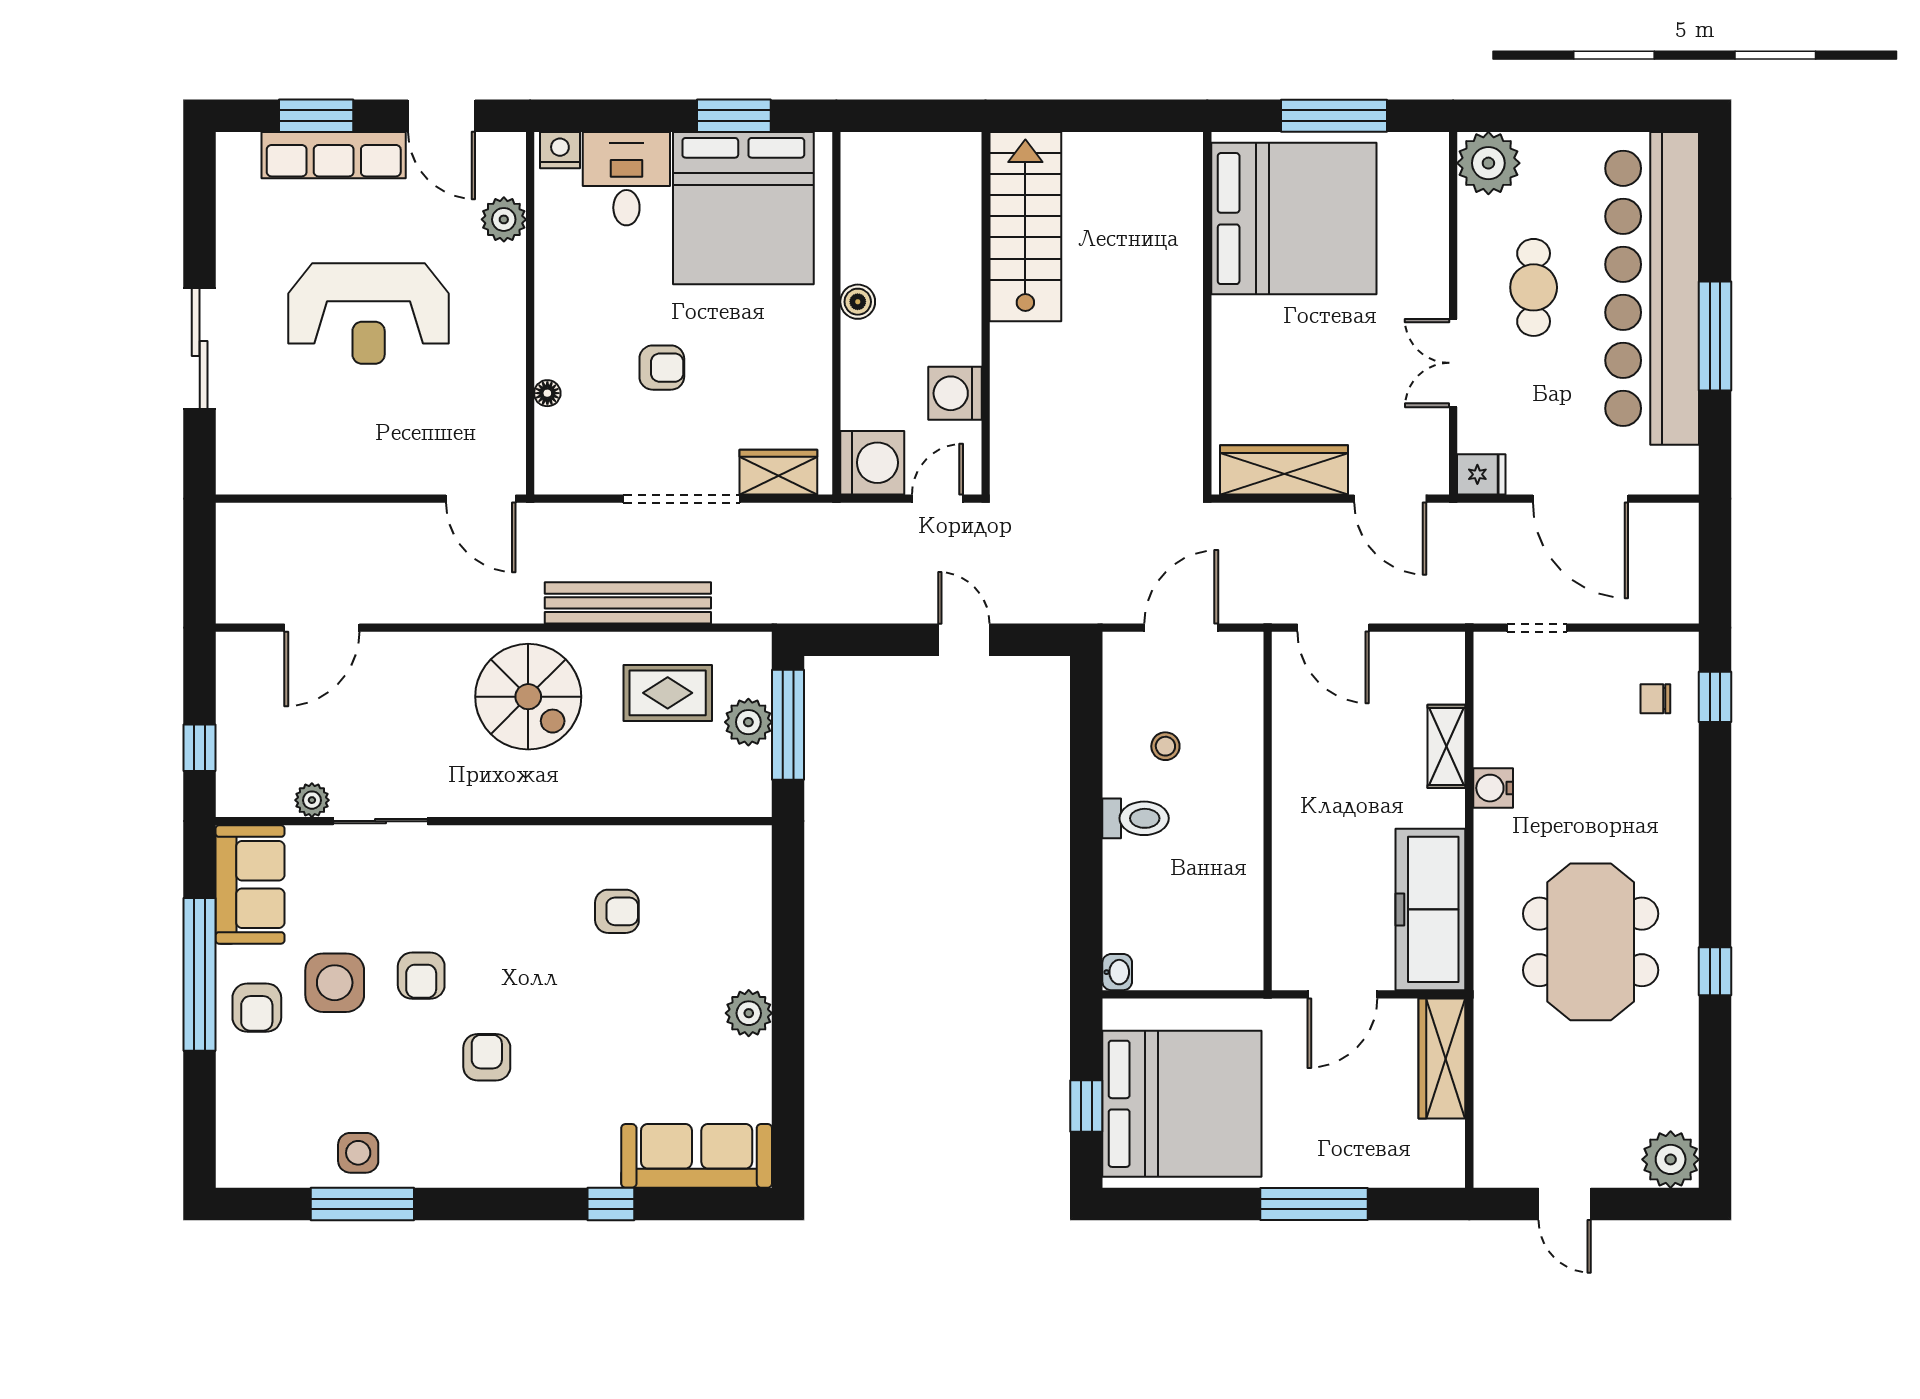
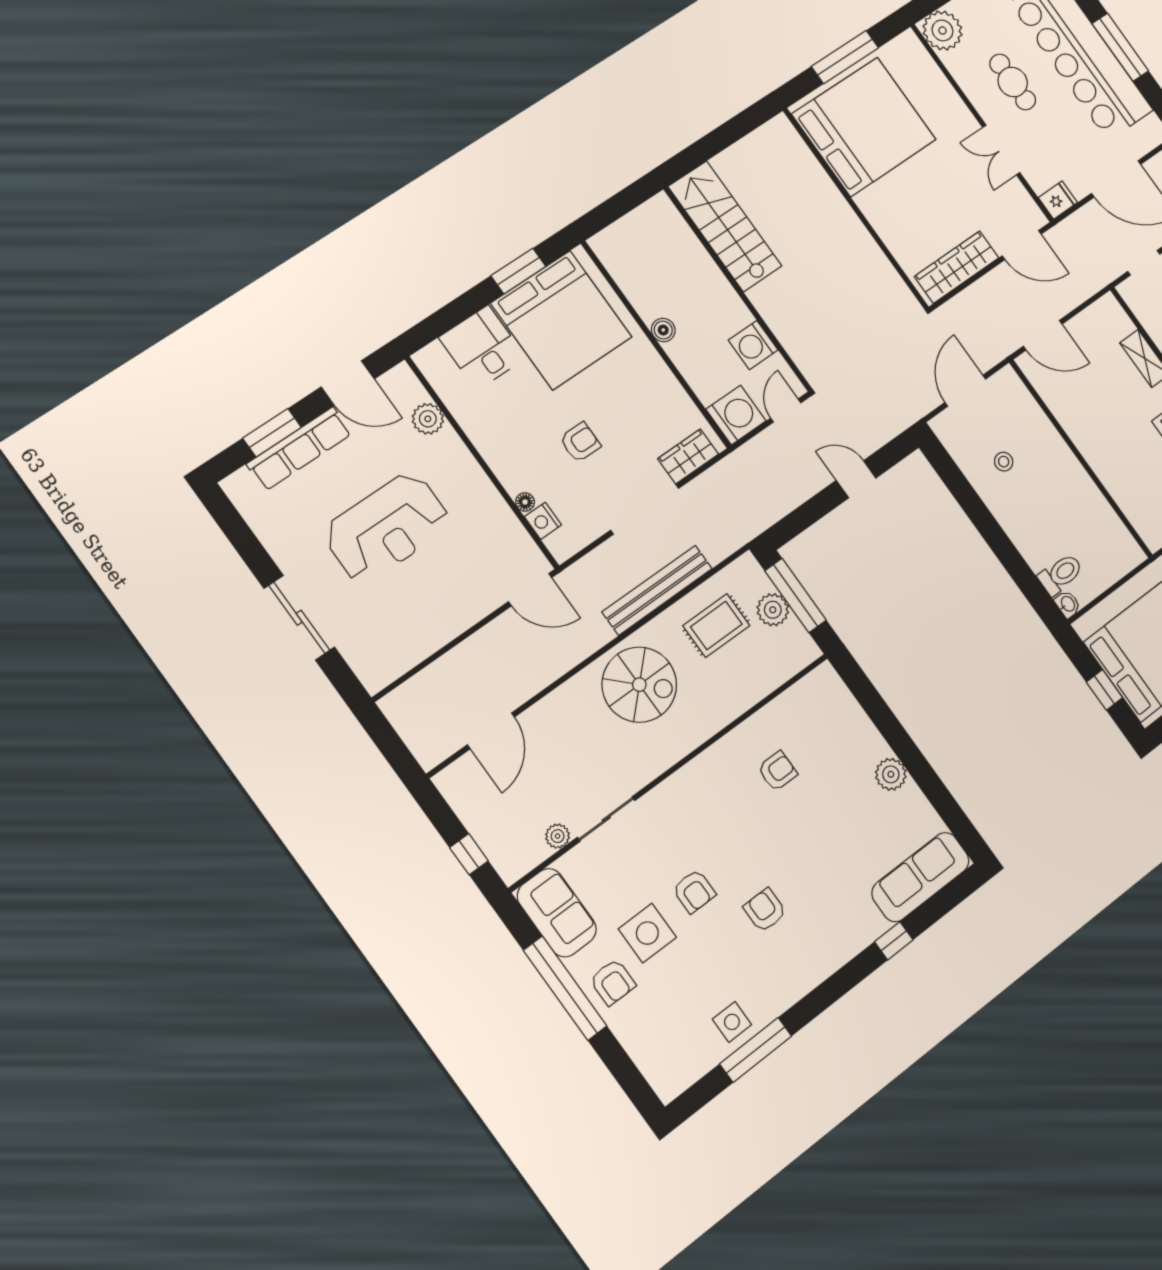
nightstand: (560, 150) -> (543, 521), moved, turned -90
toilet: (1135, 818) -> (1061, 574), moved

